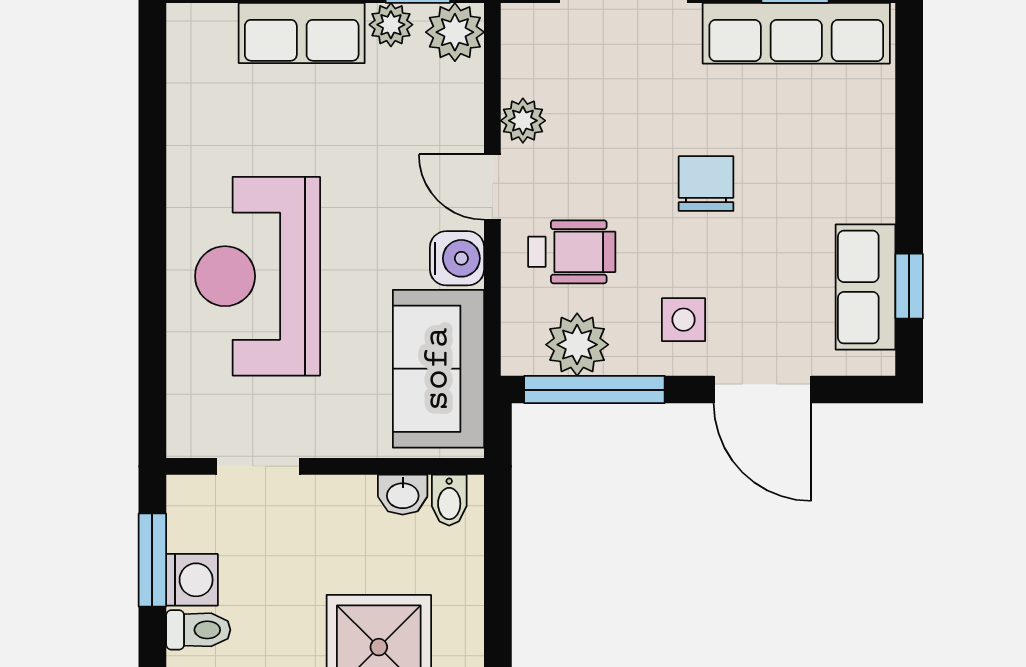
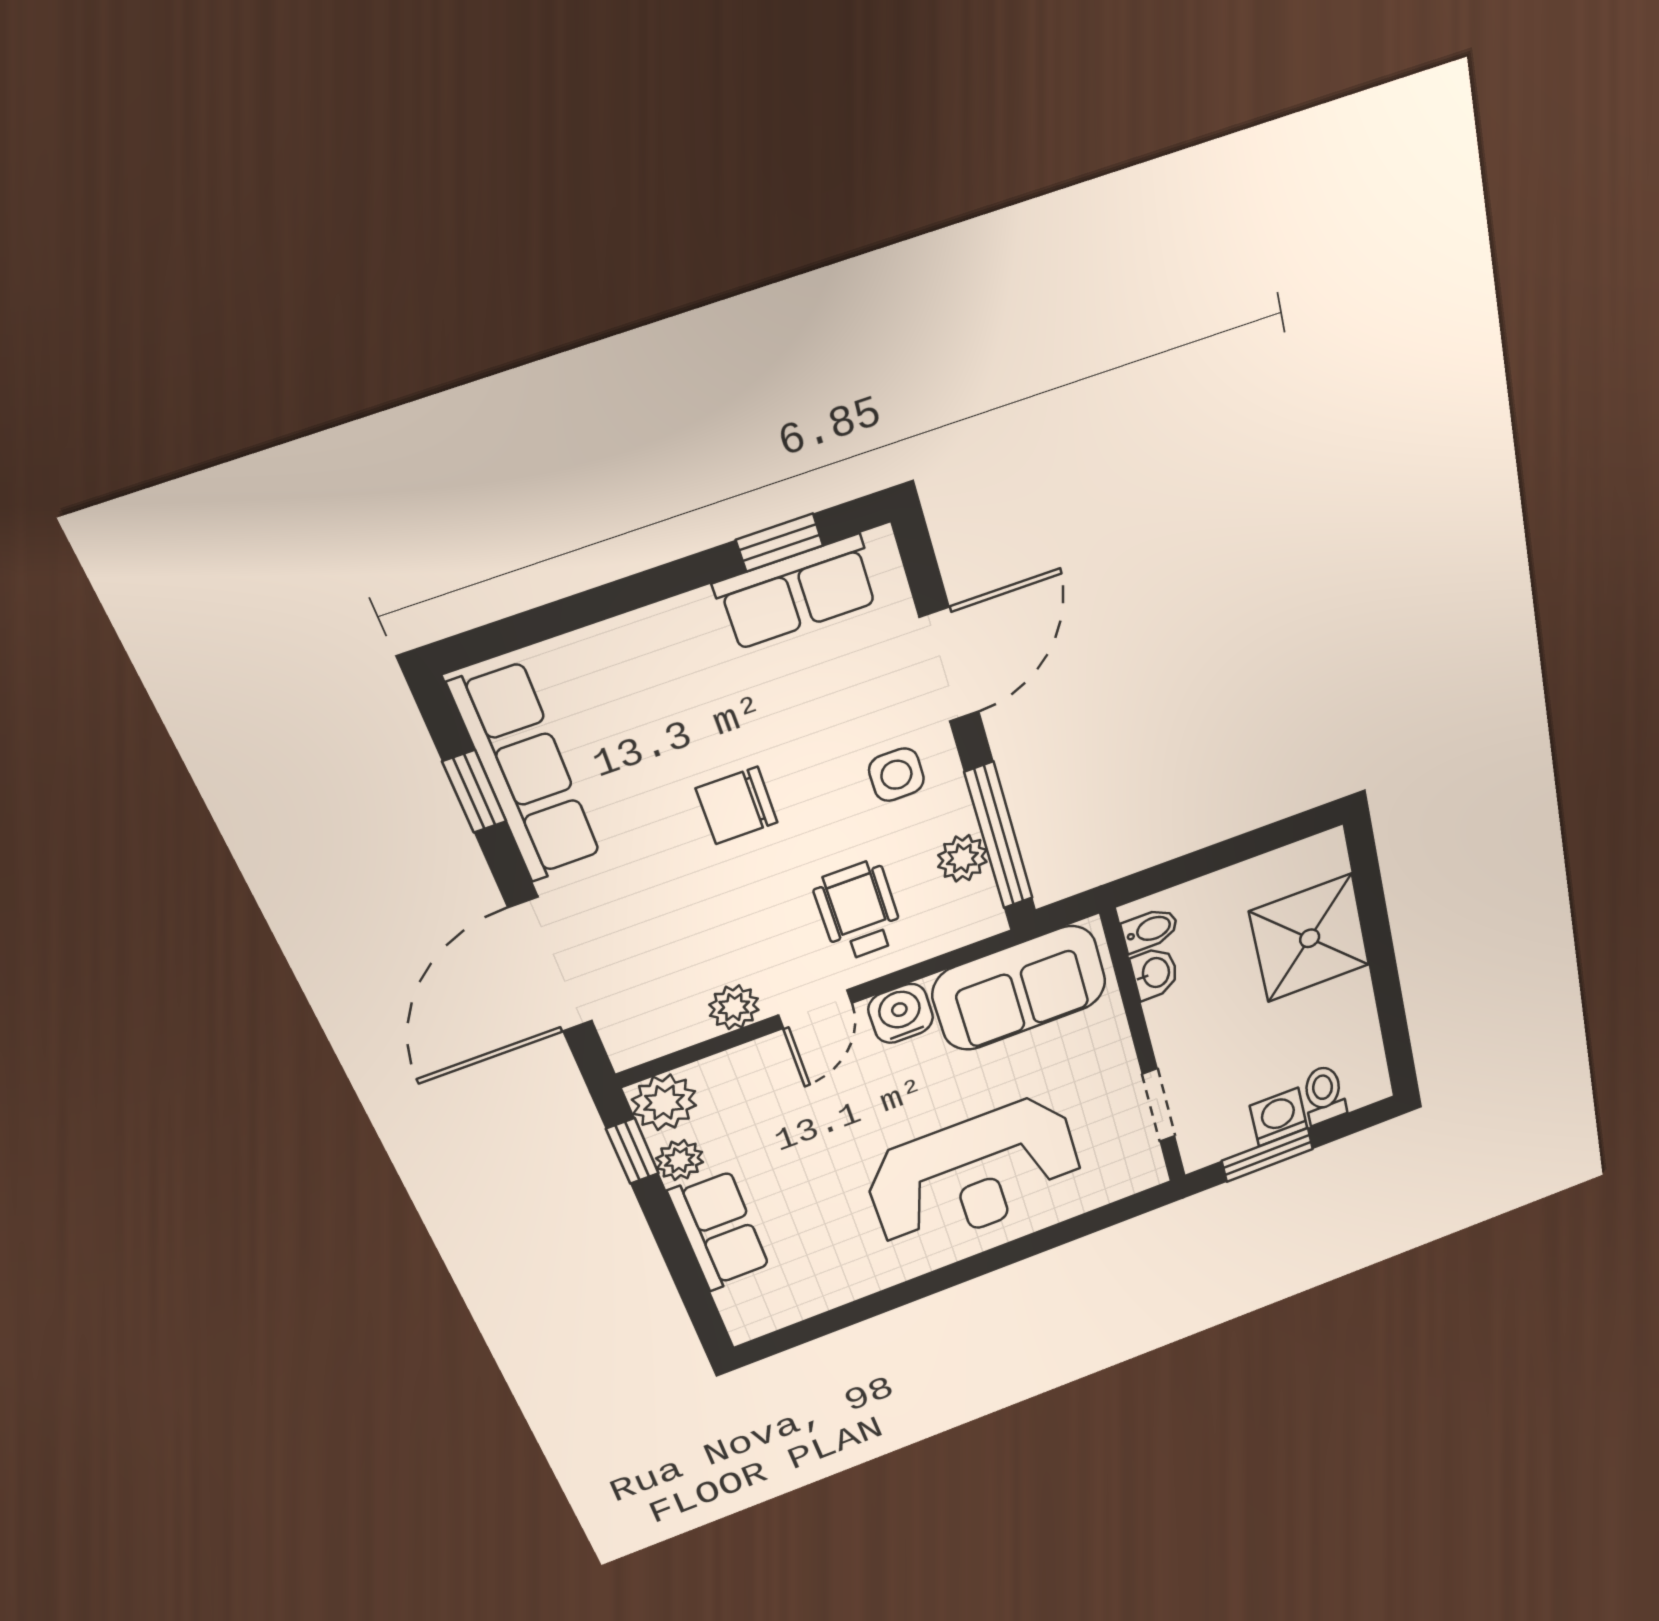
plant: (577, 345) -> (962, 858), width x0.73, depth x0.73

